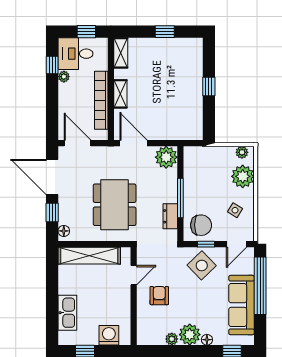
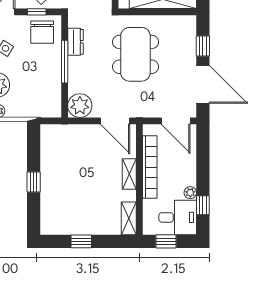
chair: (201, 225) -> (42, 32), turned -90
floor lamp: (64, 231) -> (190, 26), removed

